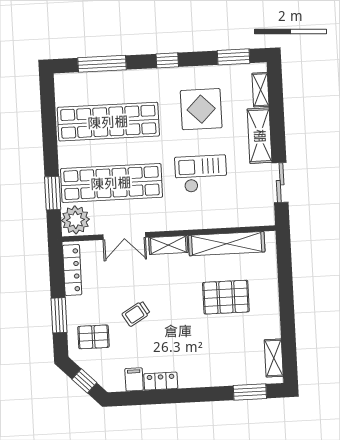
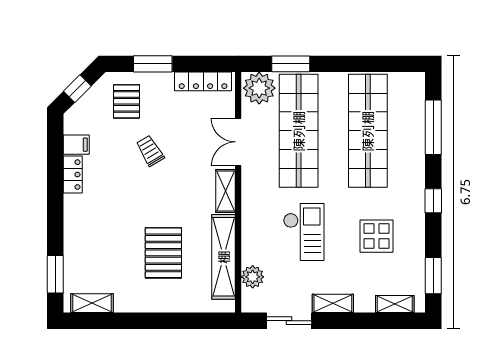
display table: (201, 109) -> (376, 236), width x0.73, depth x0.73
shelving: (260, 136) -> (333, 303), width x0.67, depth x0.75
plant: (243, 217) -> (253, 277), added

